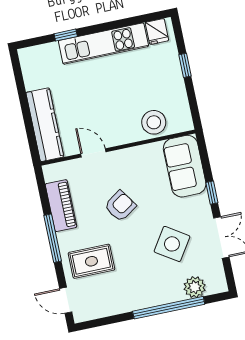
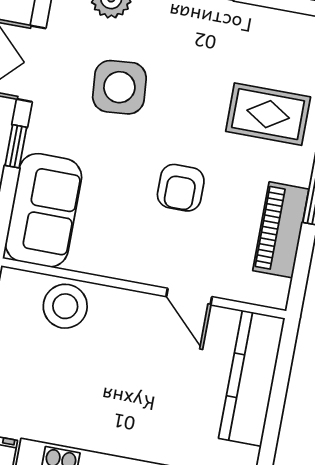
armchair: (120, 206) -> (181, 188), turned -56
side table: (172, 244) -> (119, 87), turned -38

